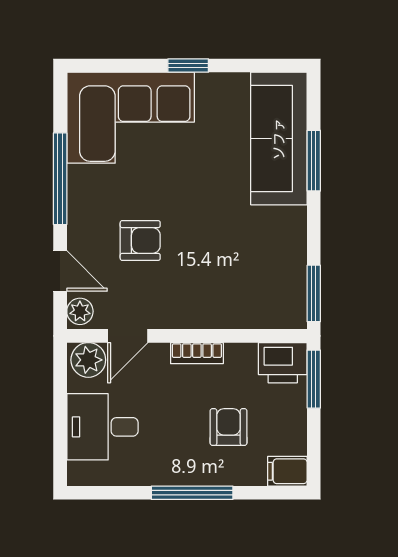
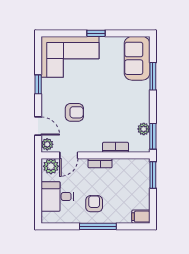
sofa: (279, 139) -> (137, 58), width x0.73
window: (60, 179) -> (38, 84), width x0.46
plant: (293, 277) -> (144, 129), added
bookcase: (231, 318) -> (116, 147), added
printer: (283, 363) -> (139, 168), removed
armchair: (229, 427) -> (94, 204), moved

